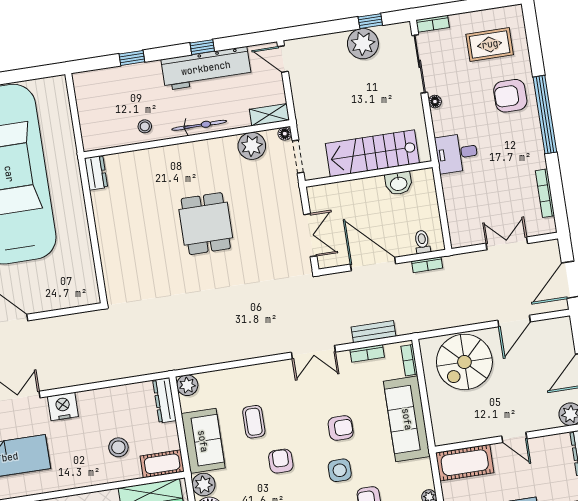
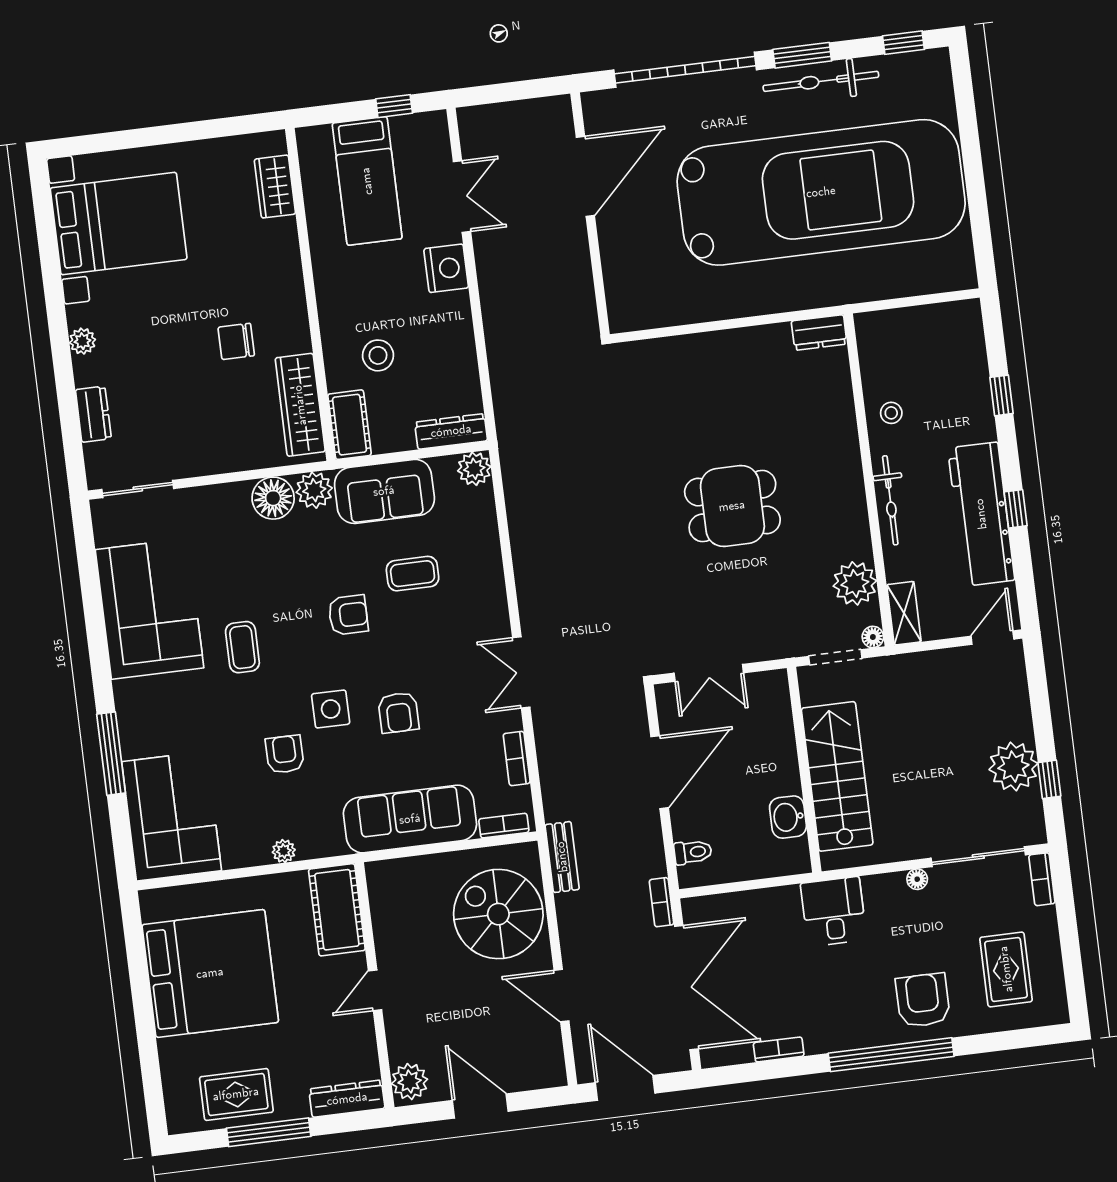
bookcase: (545, 193) -> (779, 1049), width x0.64
double door: (507, 243) -> (686, 988), width x1.87
bookcase: (427, 265) -> (661, 902), moved
bench: (374, 332) -> (562, 857), moved

